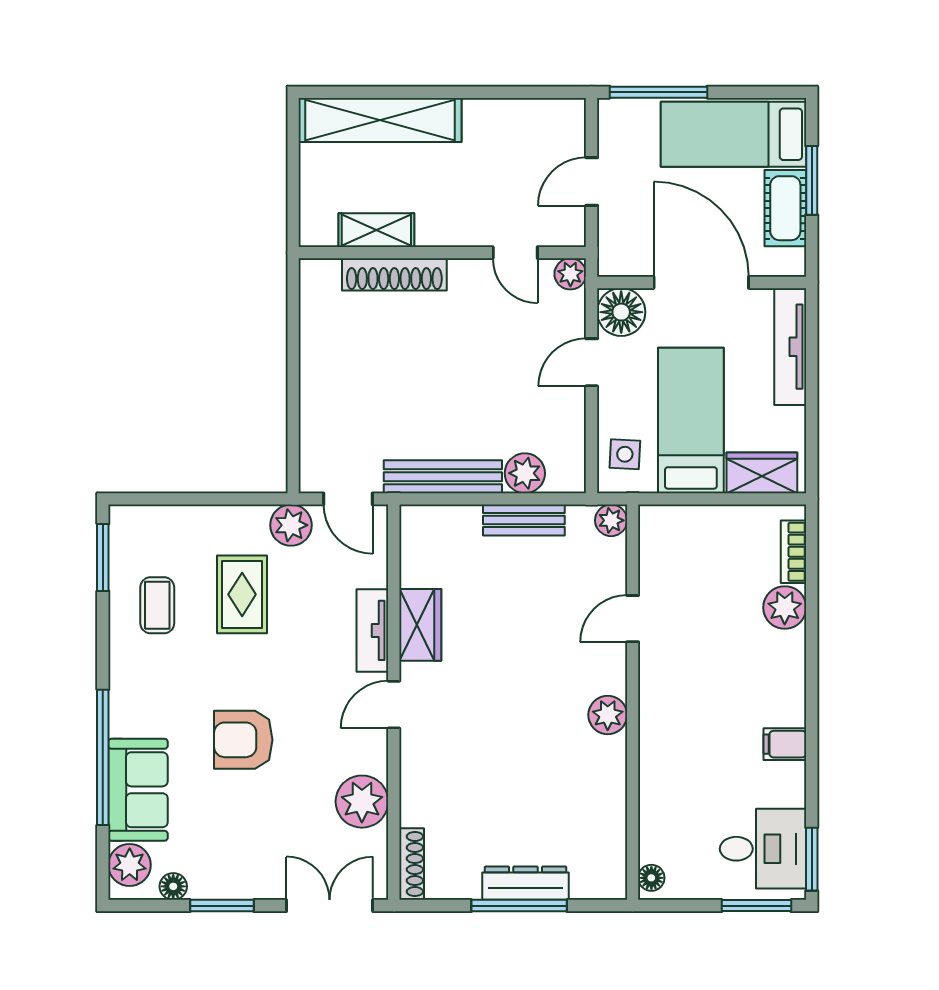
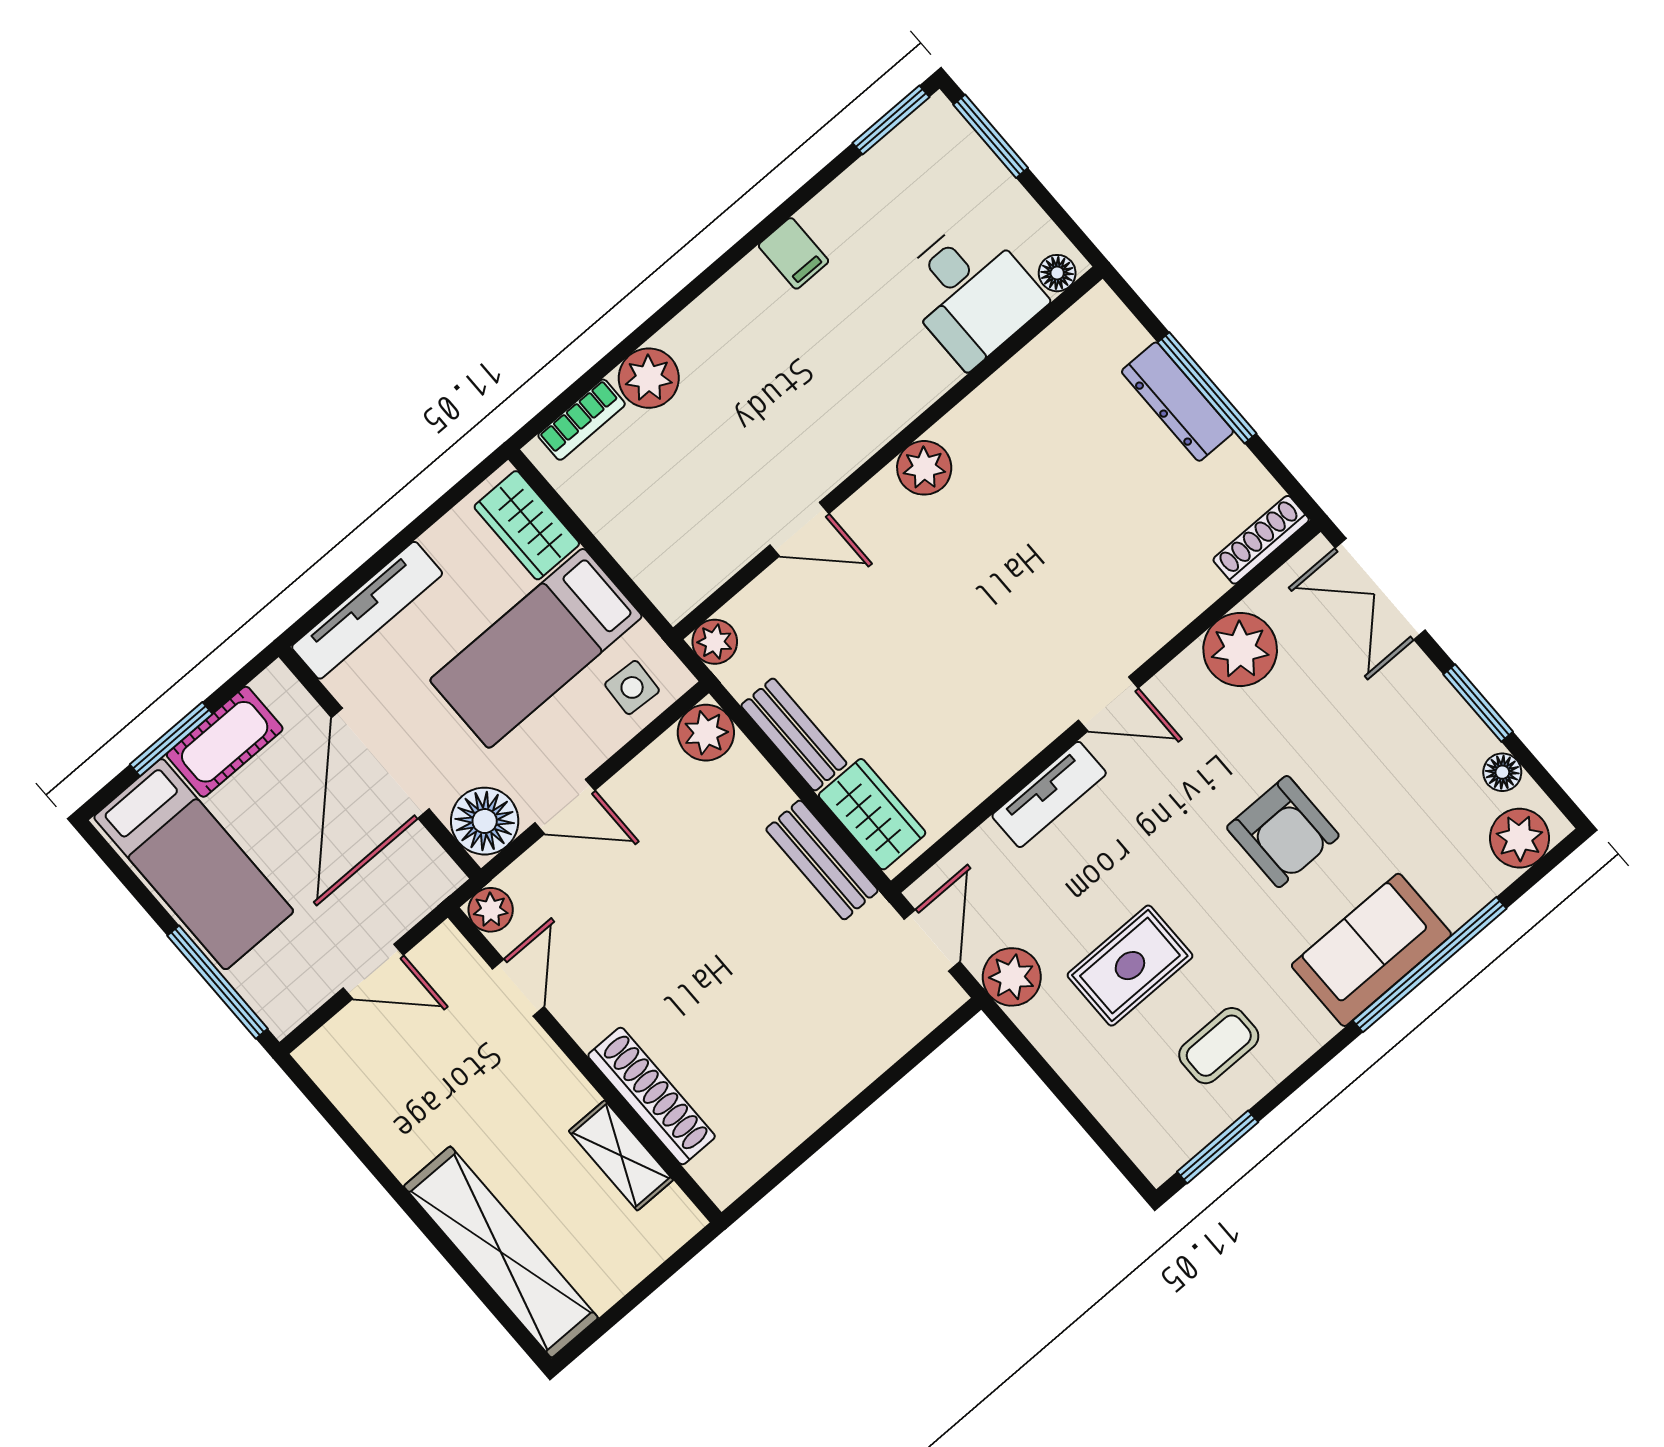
plant: (525, 473) -> (706, 733), moved
bench: (443, 477) -> (822, 860), width x0.73
wardrobe: (420, 625) -> (872, 814), moved, turned 90
sofa: (138, 790) -> (1371, 950), moved
desk: (763, 849) -> (970, 292), moved, turned 180

